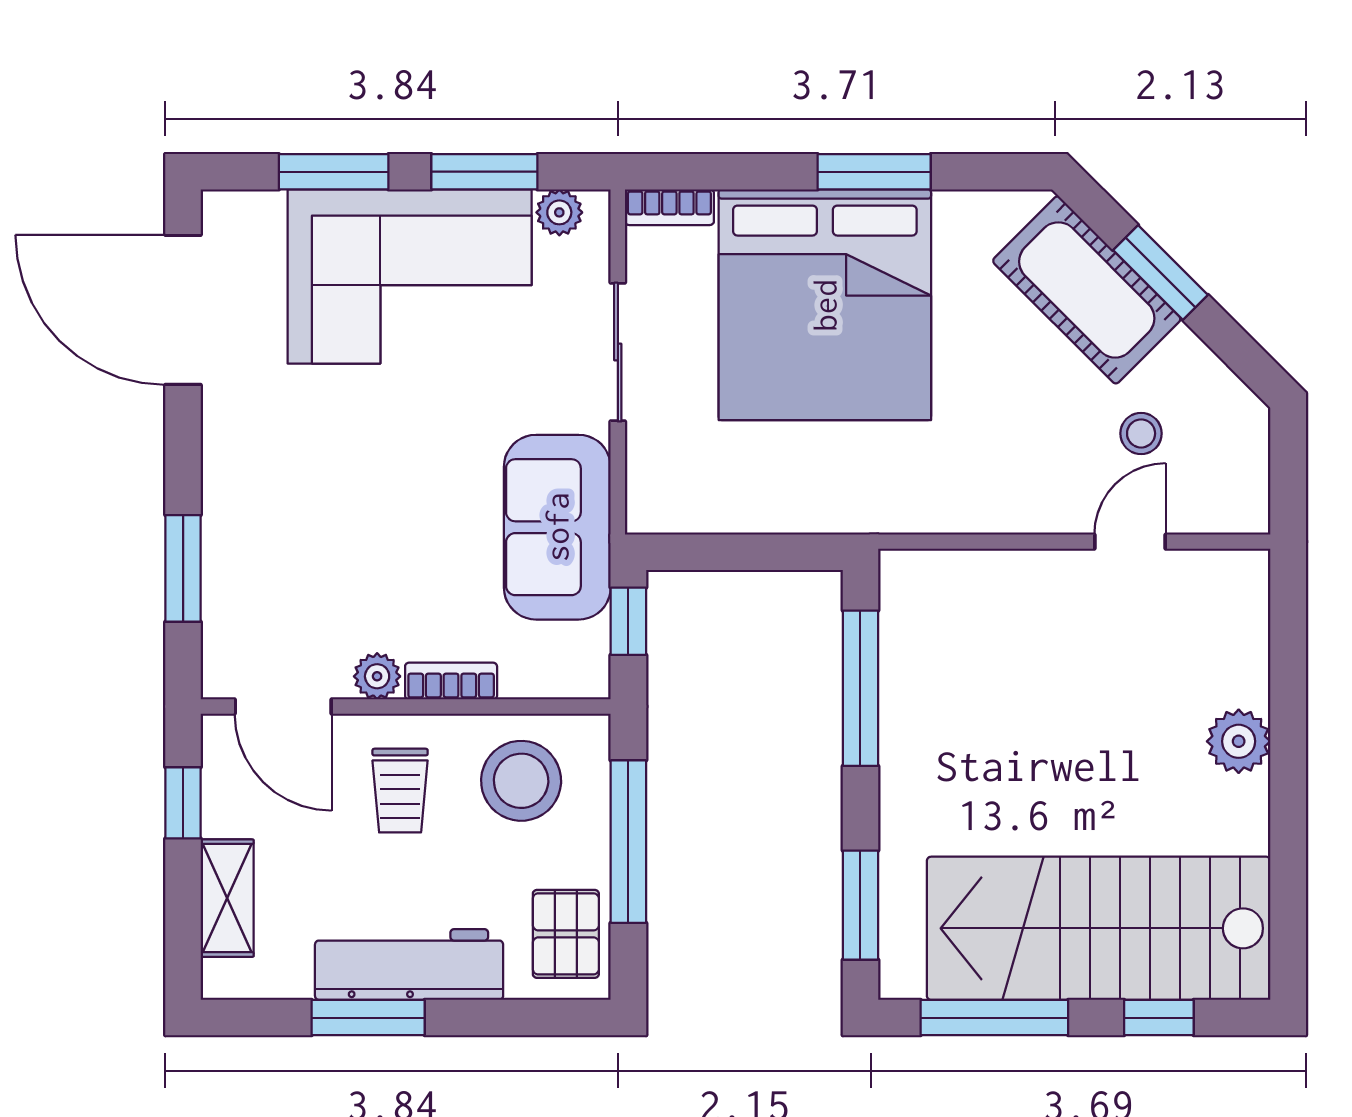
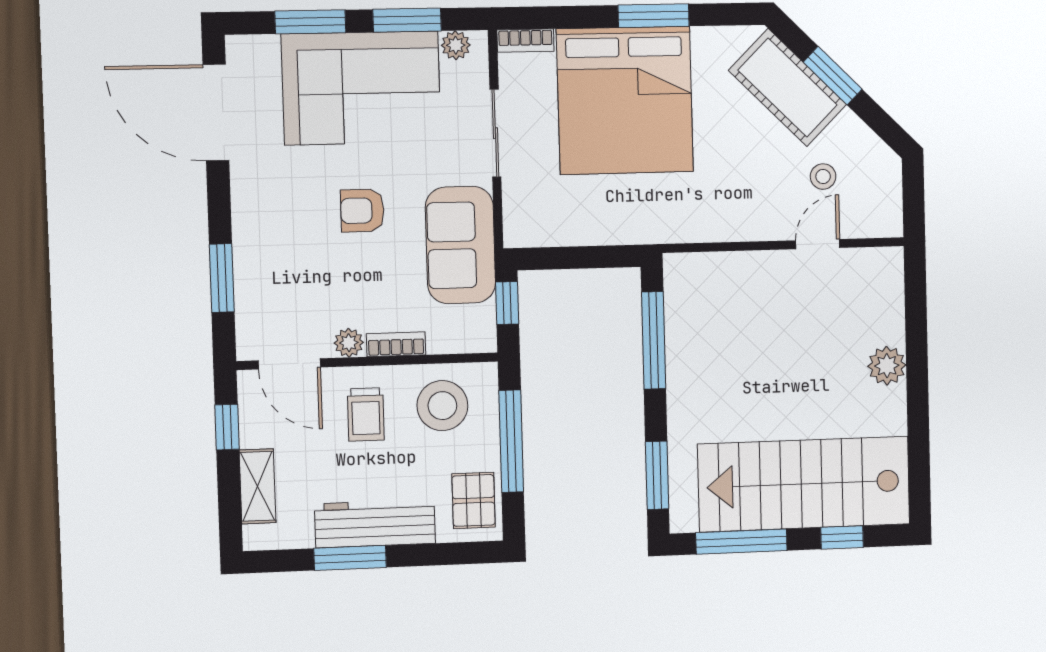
armchair: (405, 469) -> (362, 211), added

